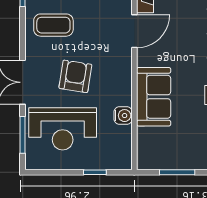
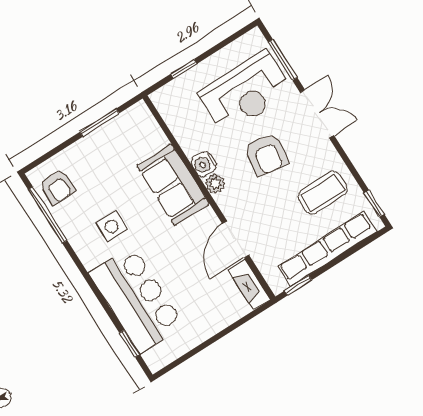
plant: (124, 79) -> (215, 184), added
water cooler: (123, 116) -> (204, 164), moved
reception desk: (63, 129) -> (245, 92), turned 180

